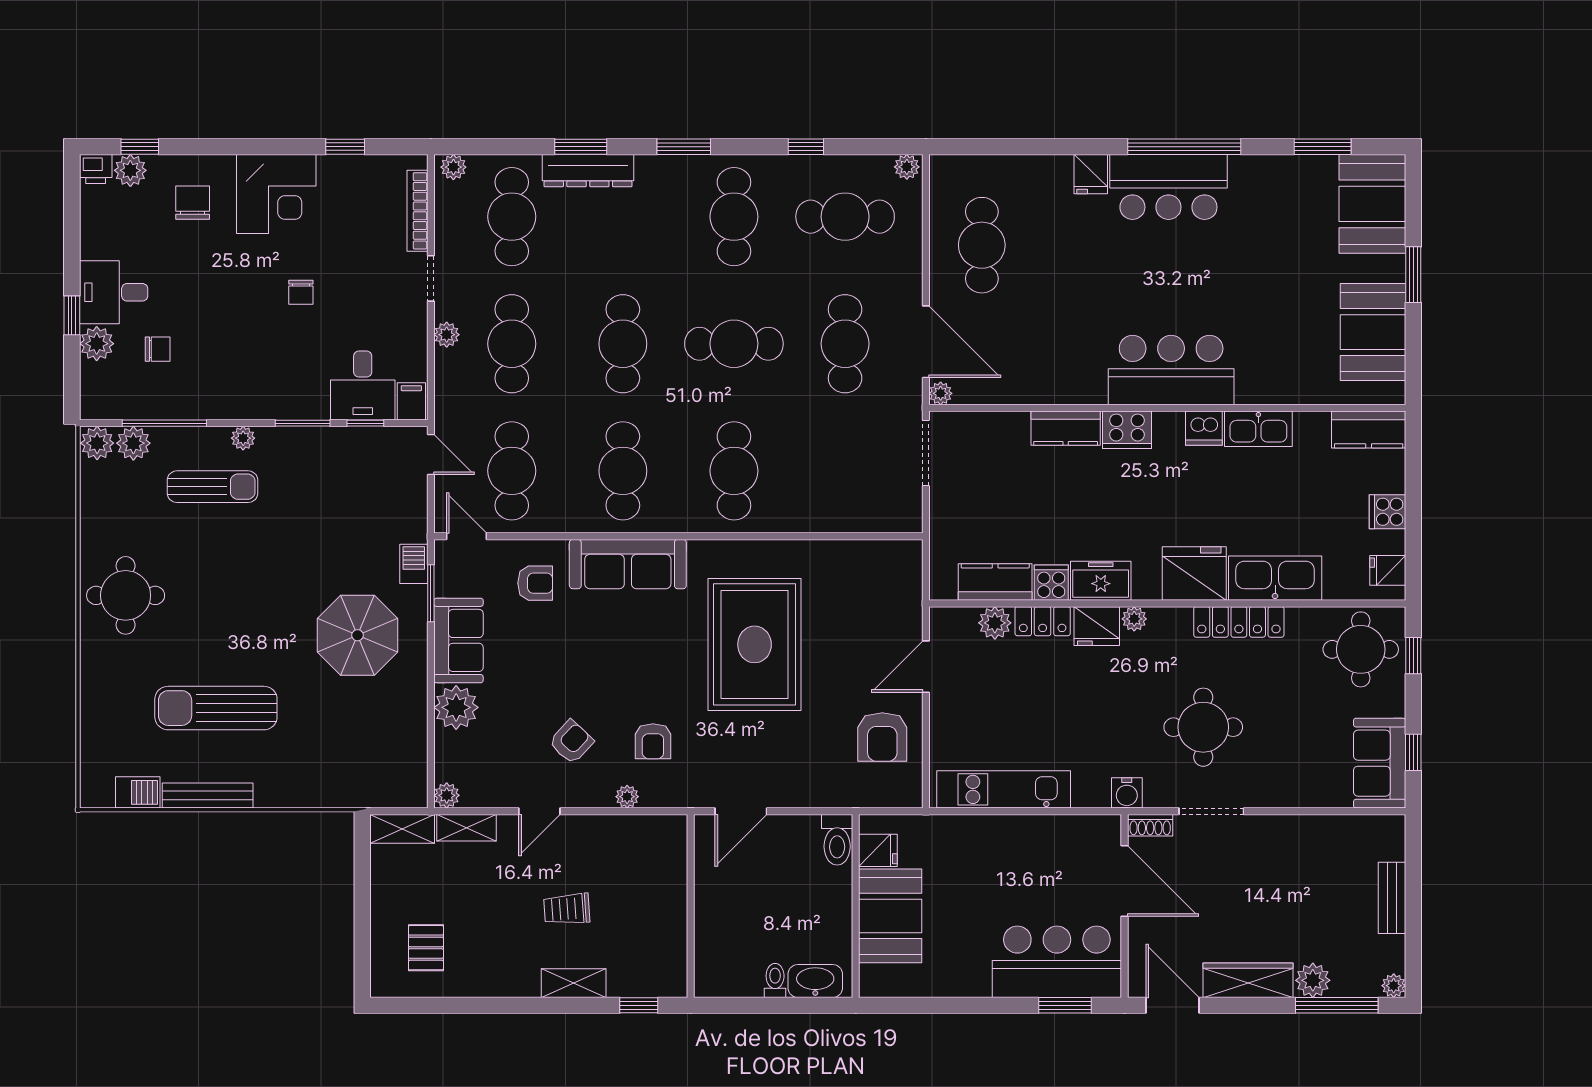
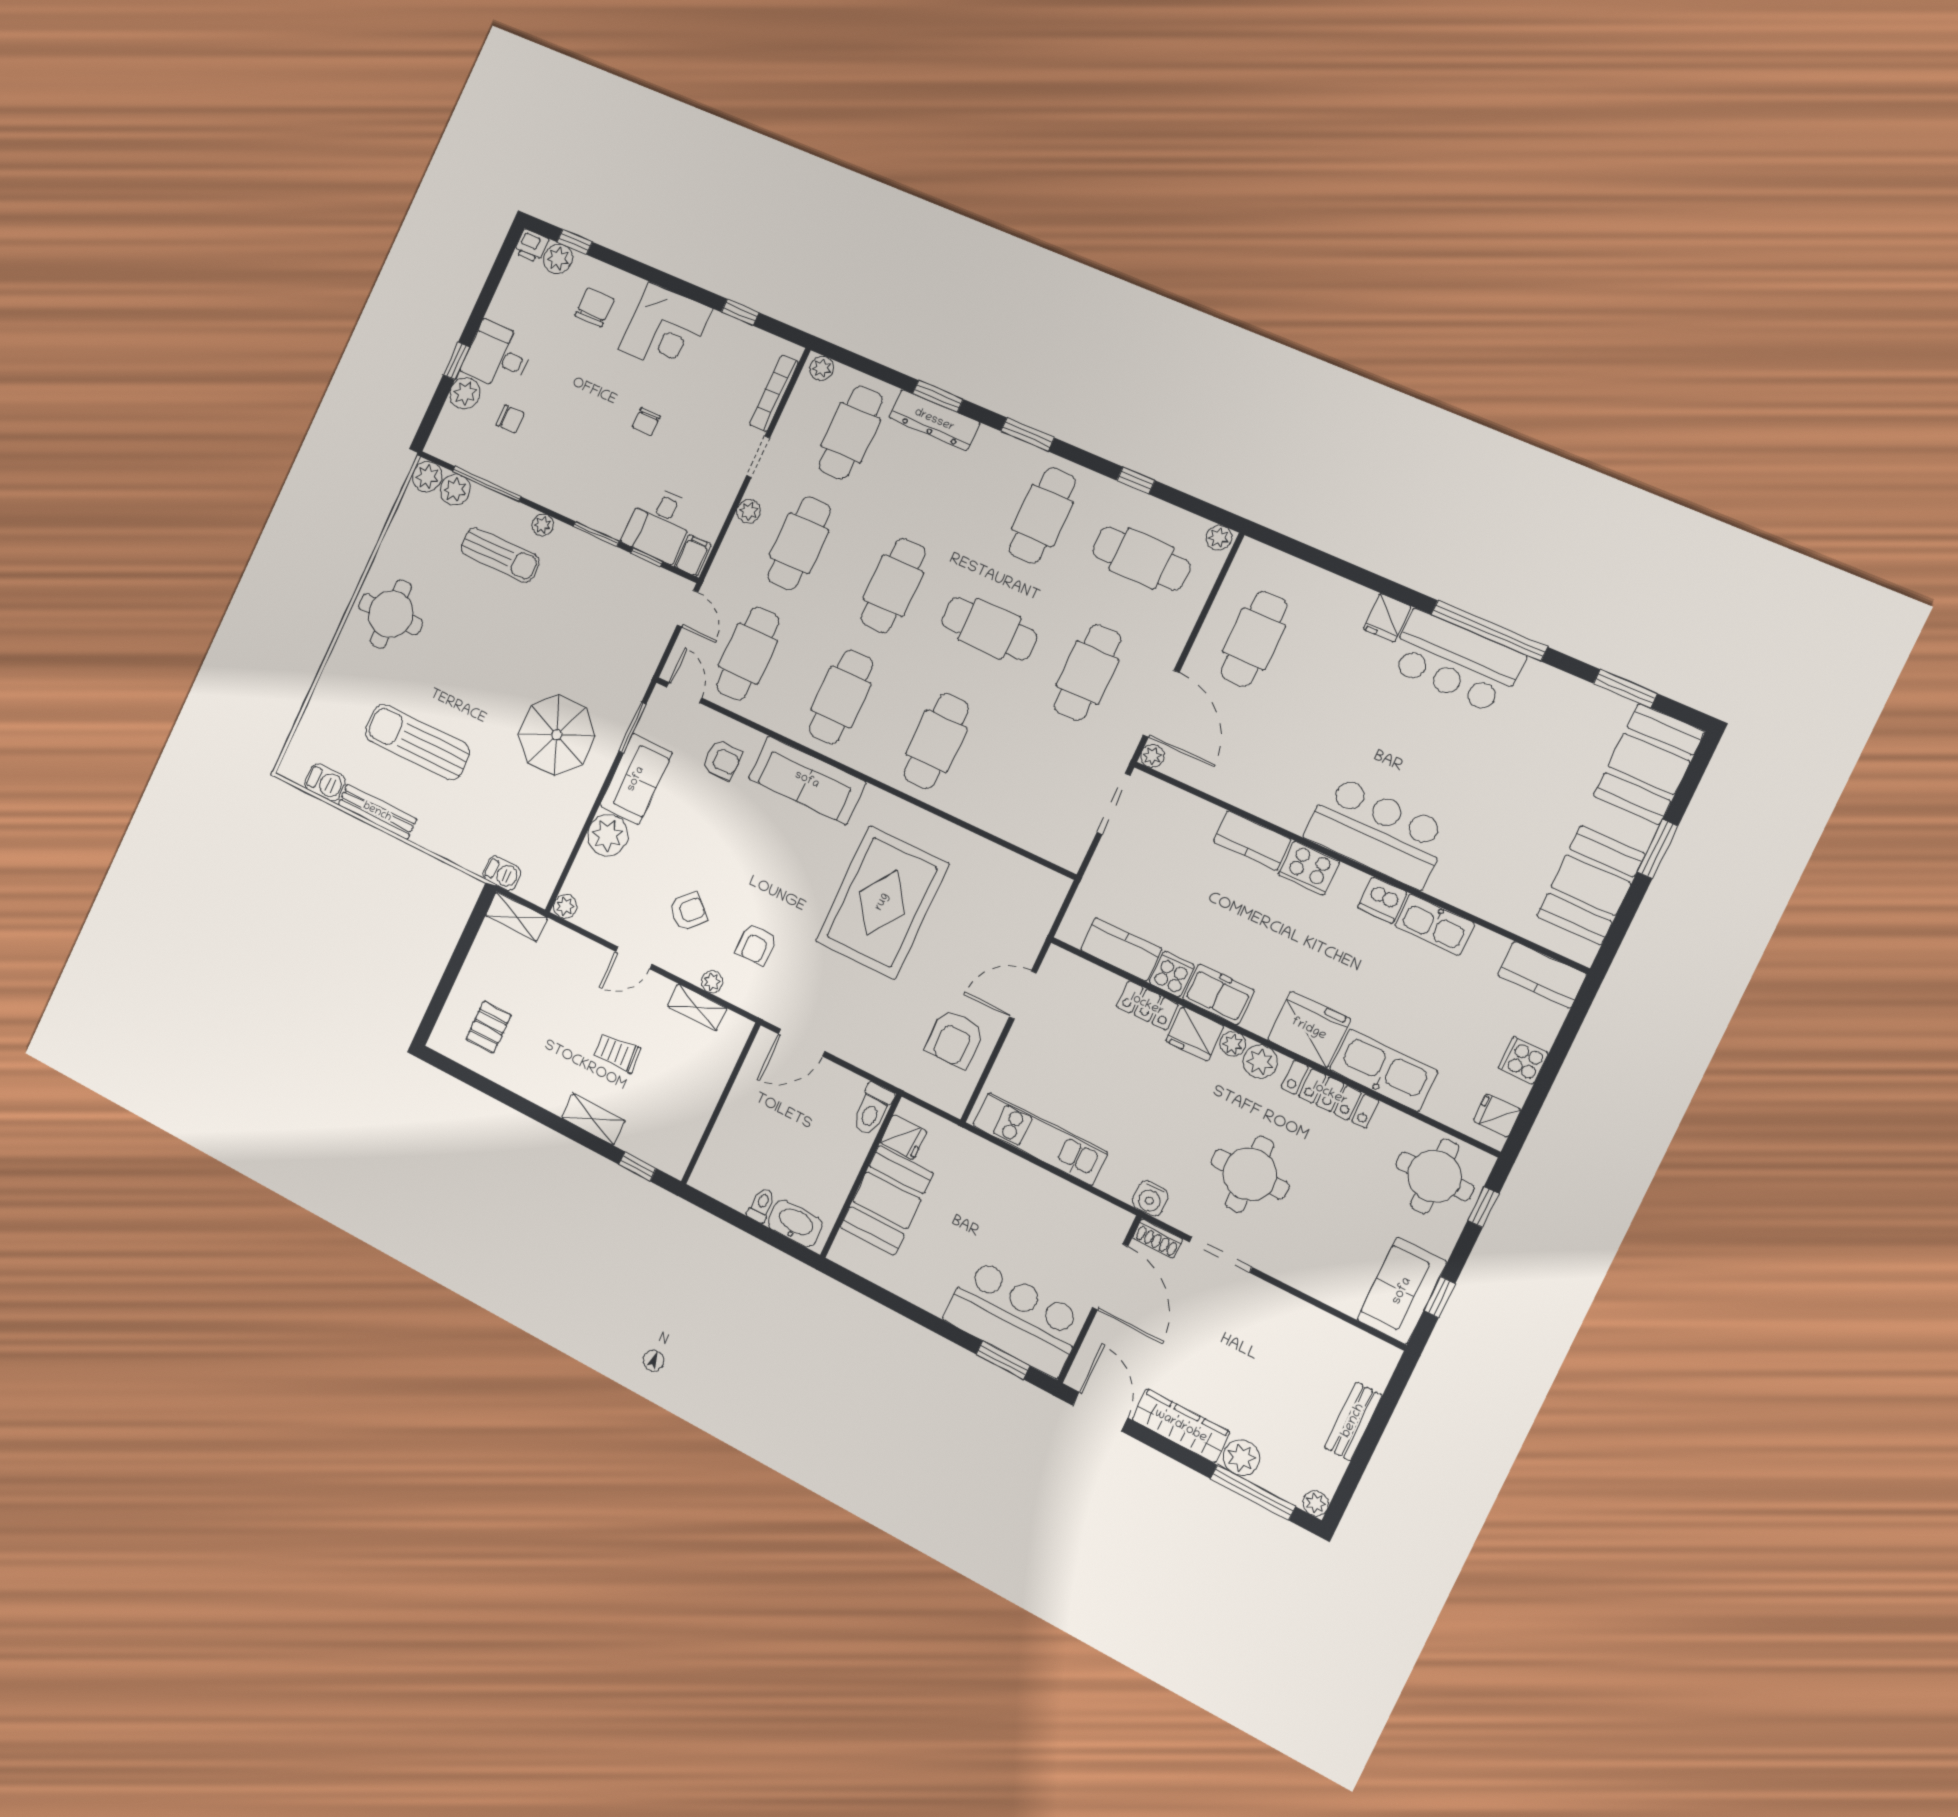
barbecue: (414, 564) -> (502, 873), moved, turned 90
plant: (995, 623) -> (1260, 1062), moved
shelving: (466, 828) -> (697, 1007), moved

